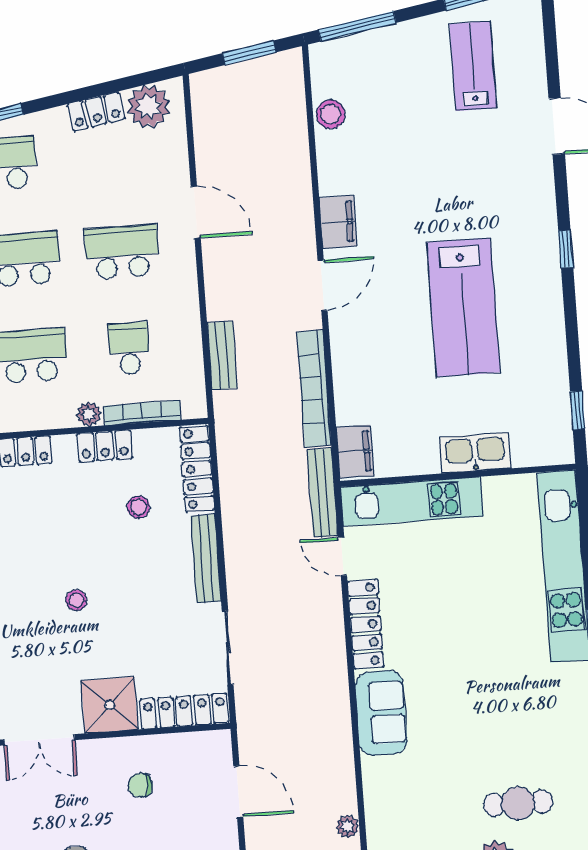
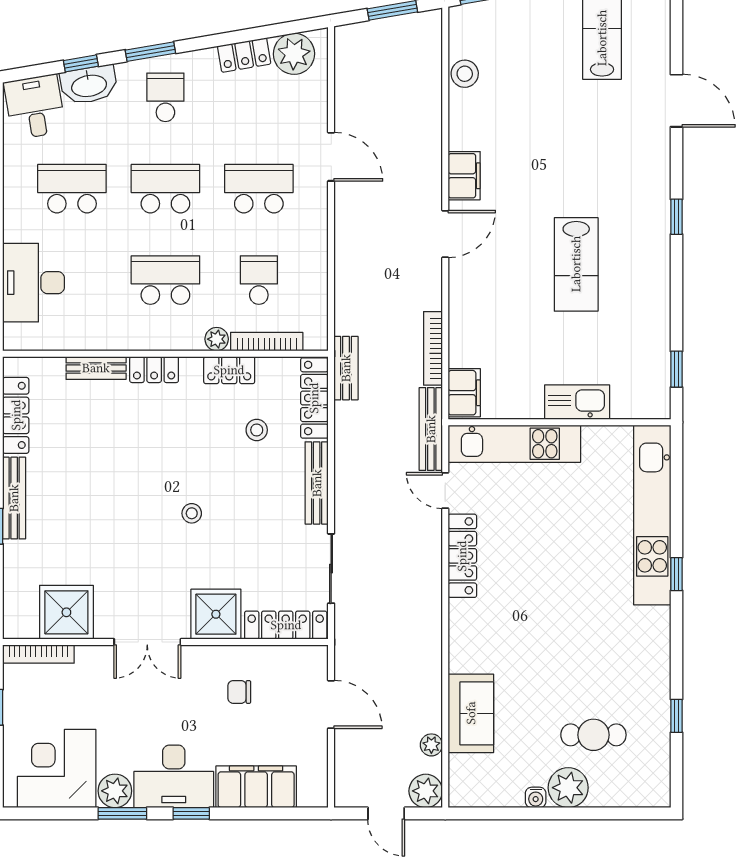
lab bench: (463, 307) -> (576, 264), width x0.73, depth x0.72
bench: (222, 355) -> (346, 368), moved
bookcase: (314, 389) -> (433, 348), width x0.68, depth x0.76
sofa: (381, 713) -> (471, 713), moved

